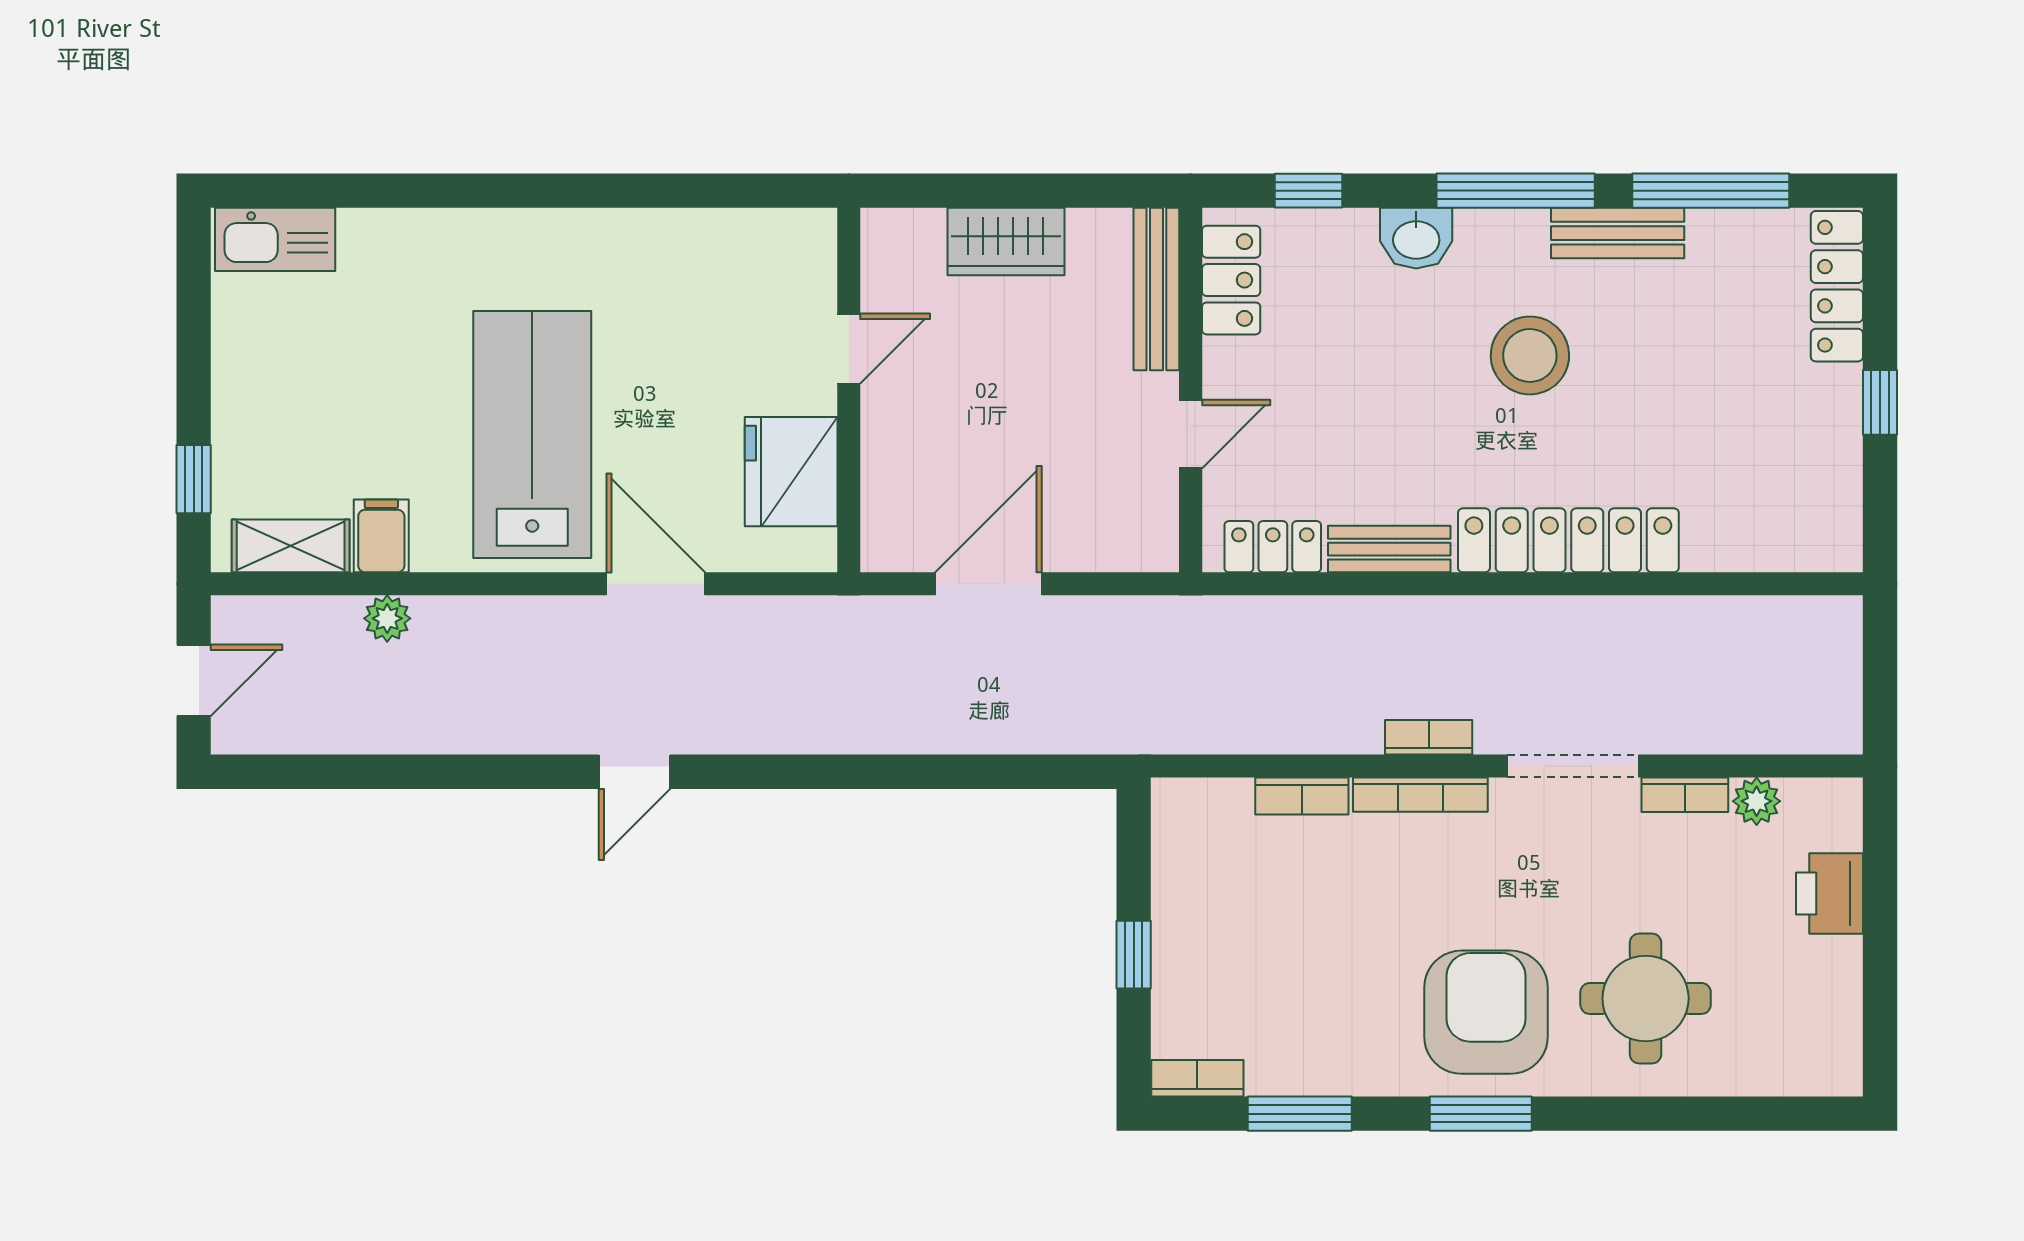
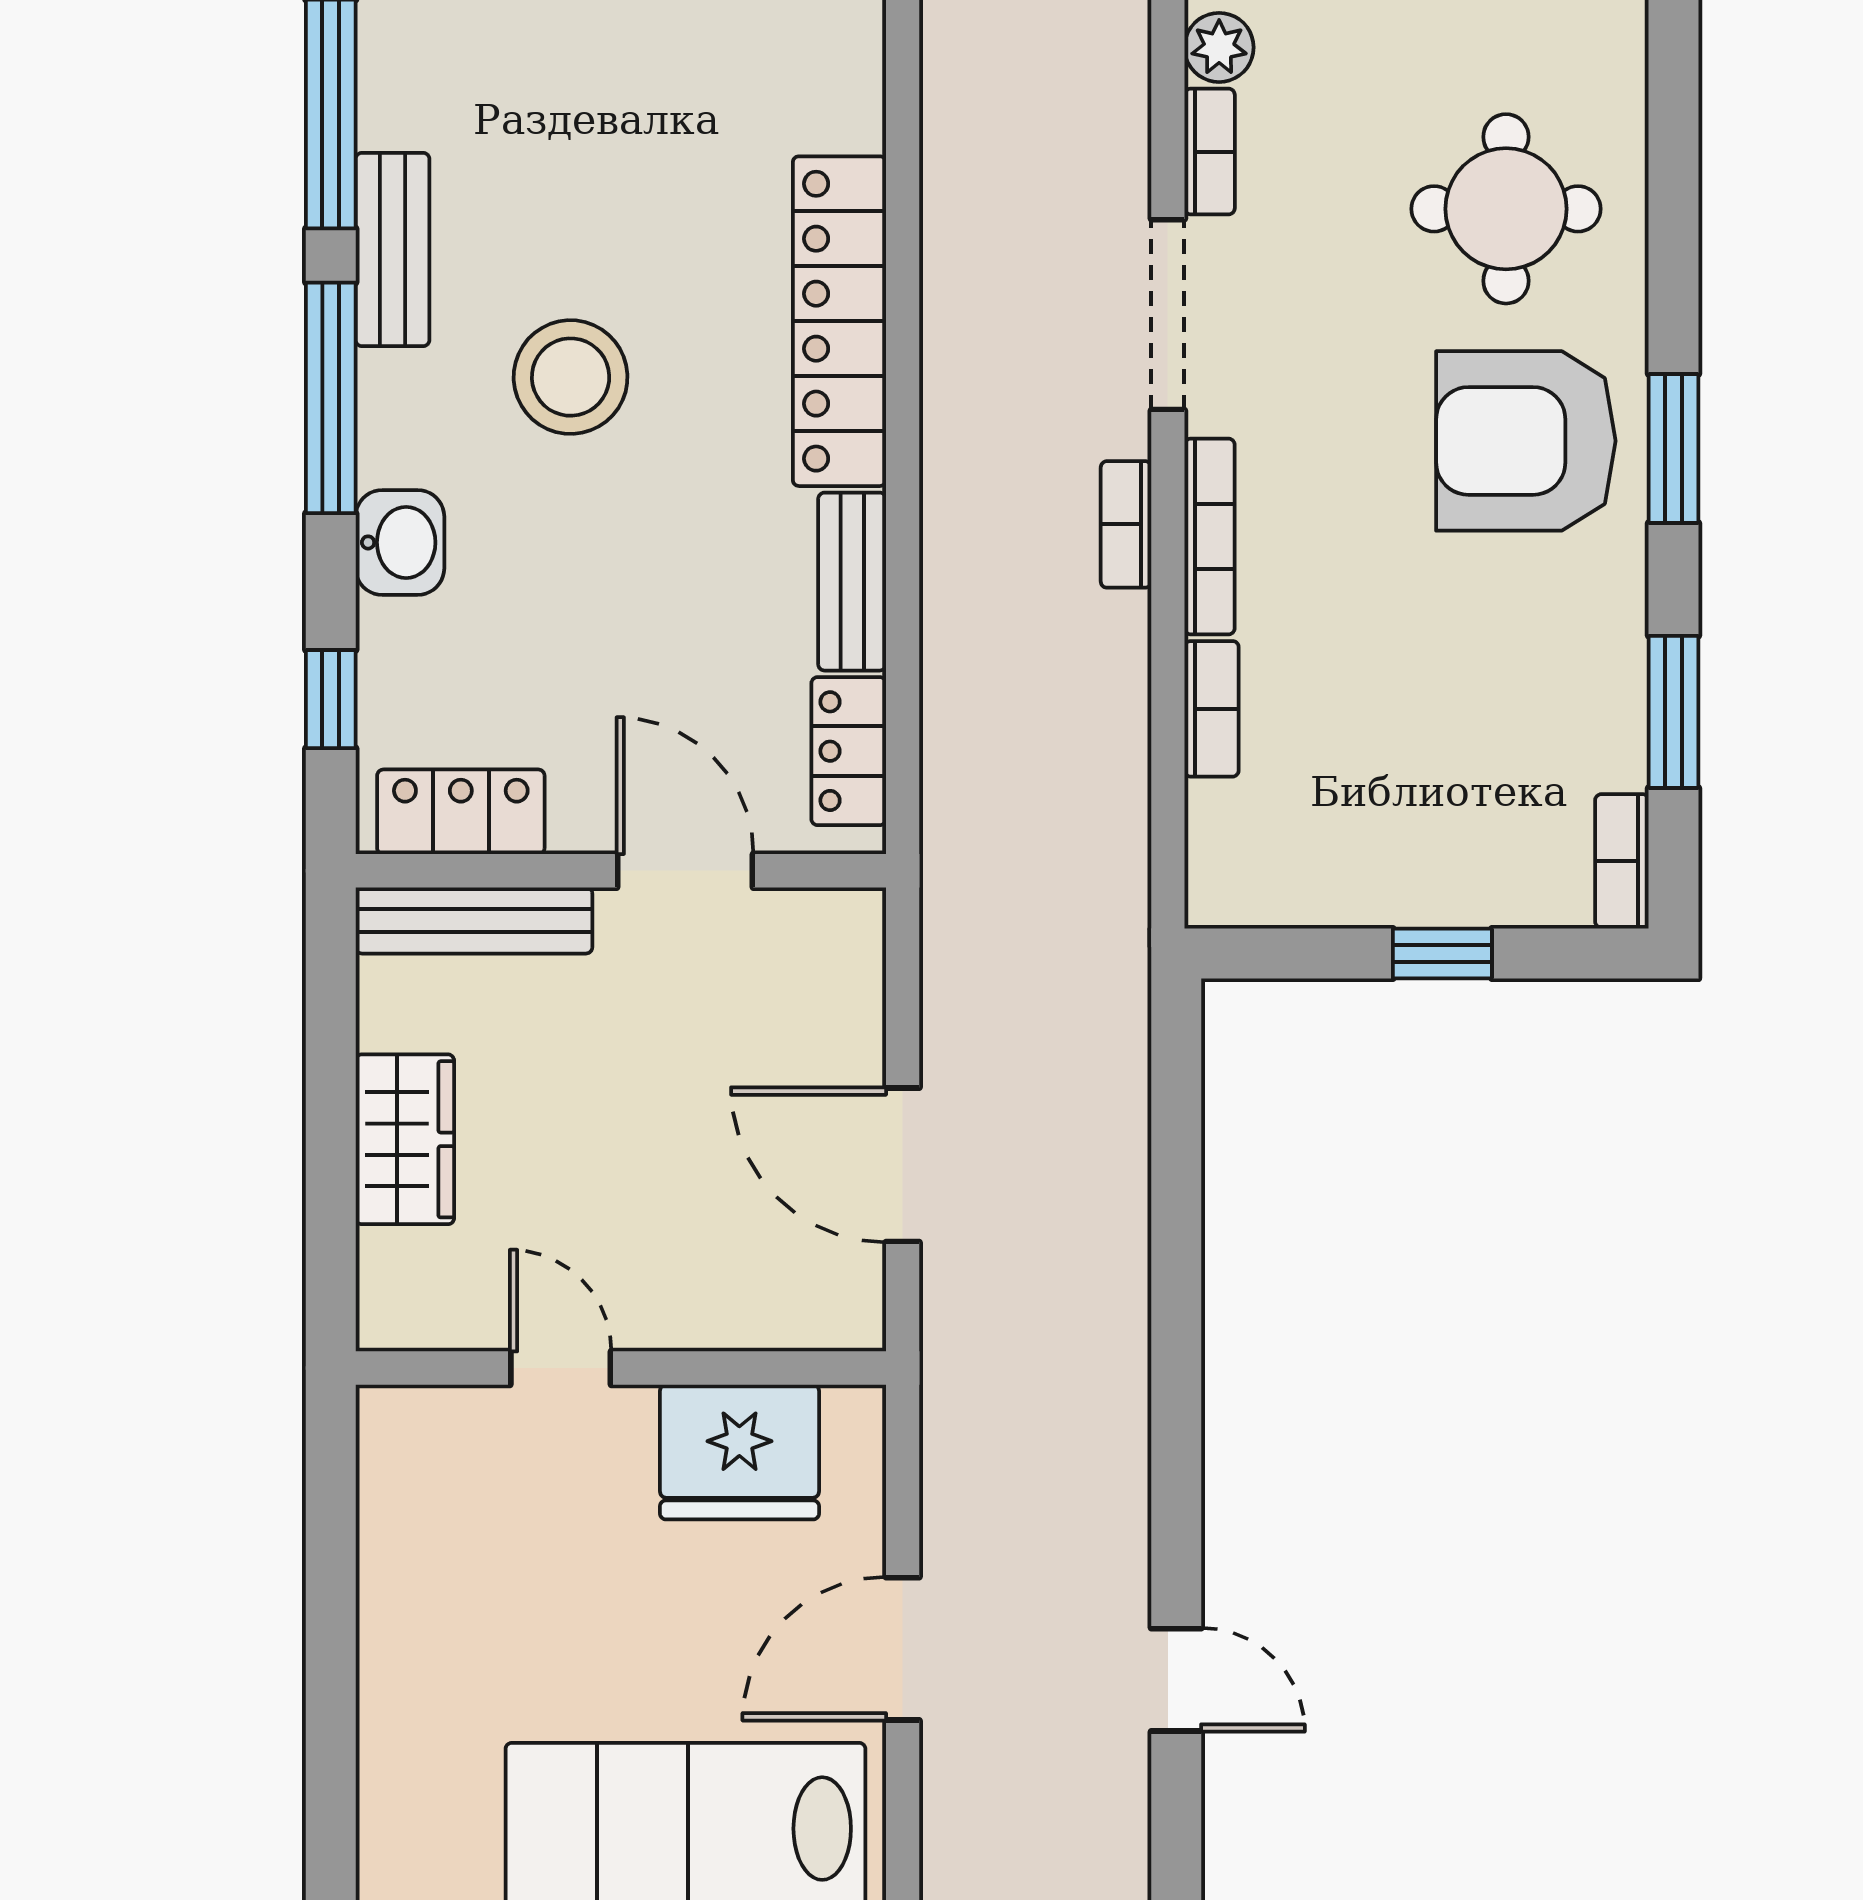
door: (1191, 434) -> (685, 871), width x1.38

